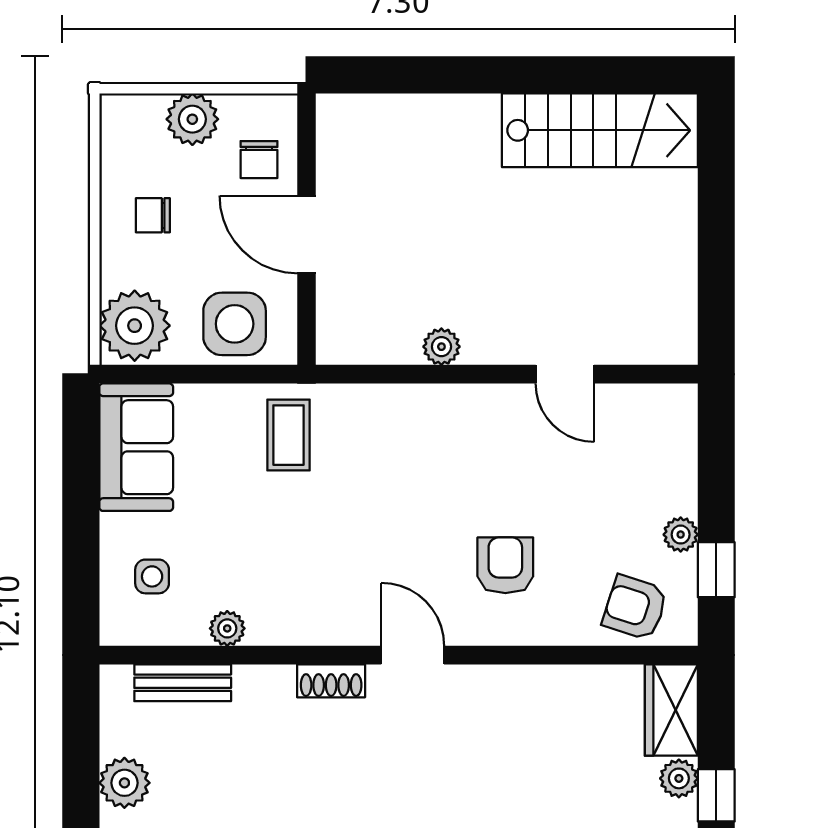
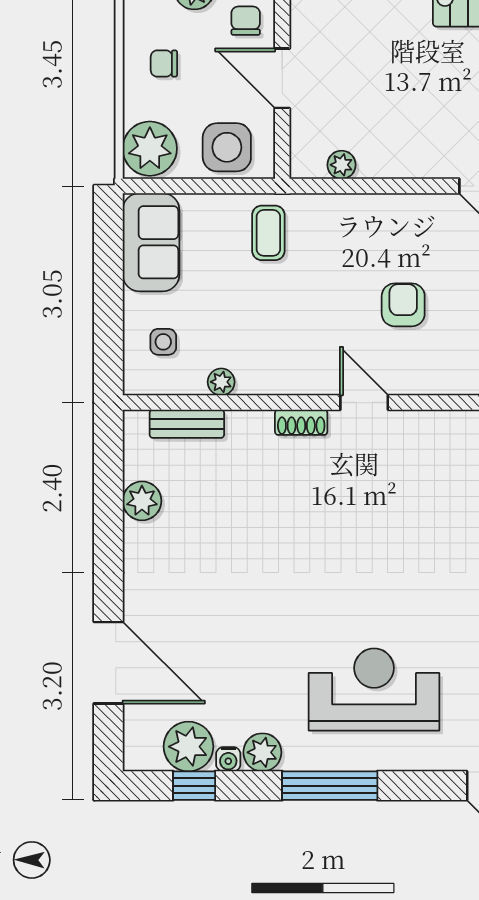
chair: (259, 160) -> (246, 21), turned 180
plant: (441, 347) -> (342, 165), moved
armchair: (505, 565) -> (403, 305), moved

